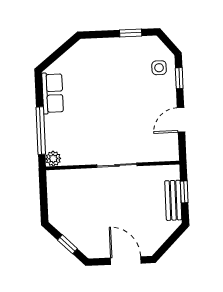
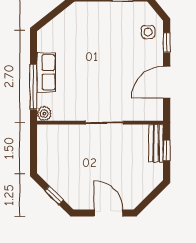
row of seats: (53, 93) -> (46, 72), moved
door: (181, 120) -> (167, 82), width x1.38
bench: (173, 200) -> (156, 143), moved

